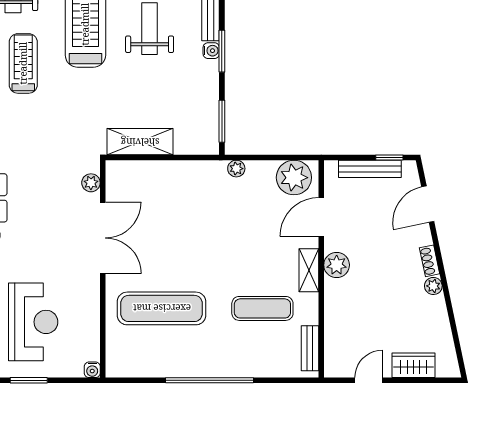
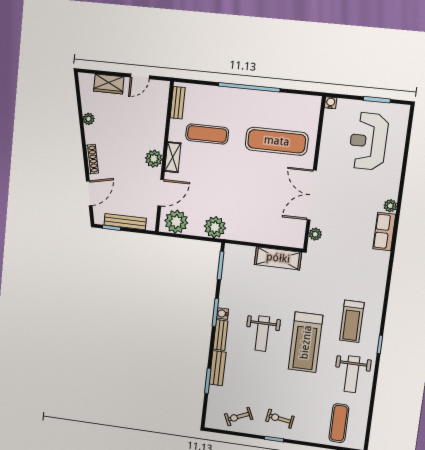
plant: (236, 169) -> (215, 227), width x1.87, depth x1.87
shoe rack: (430, 261) -> (92, 159), width x1.43
plant: (433, 286) -> (89, 119), moved

